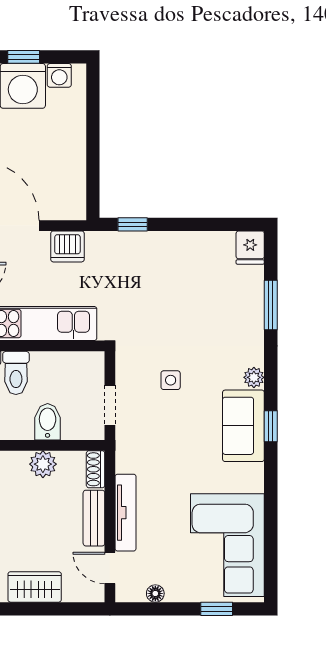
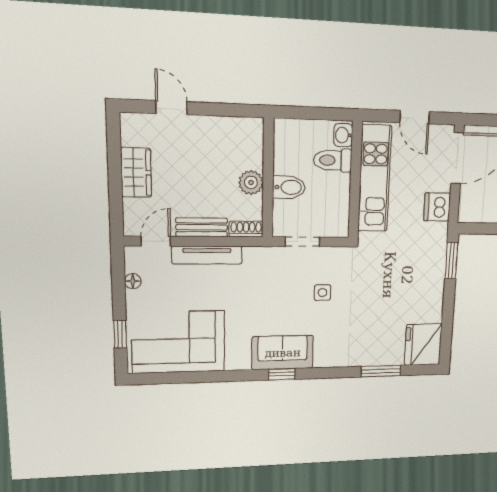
window: (133, 224) -> (451, 261), width x1.50
fridge: (250, 248) -> (423, 344), width x1.88, depth x1.34
plant: (254, 377) -> (323, 360), removed

